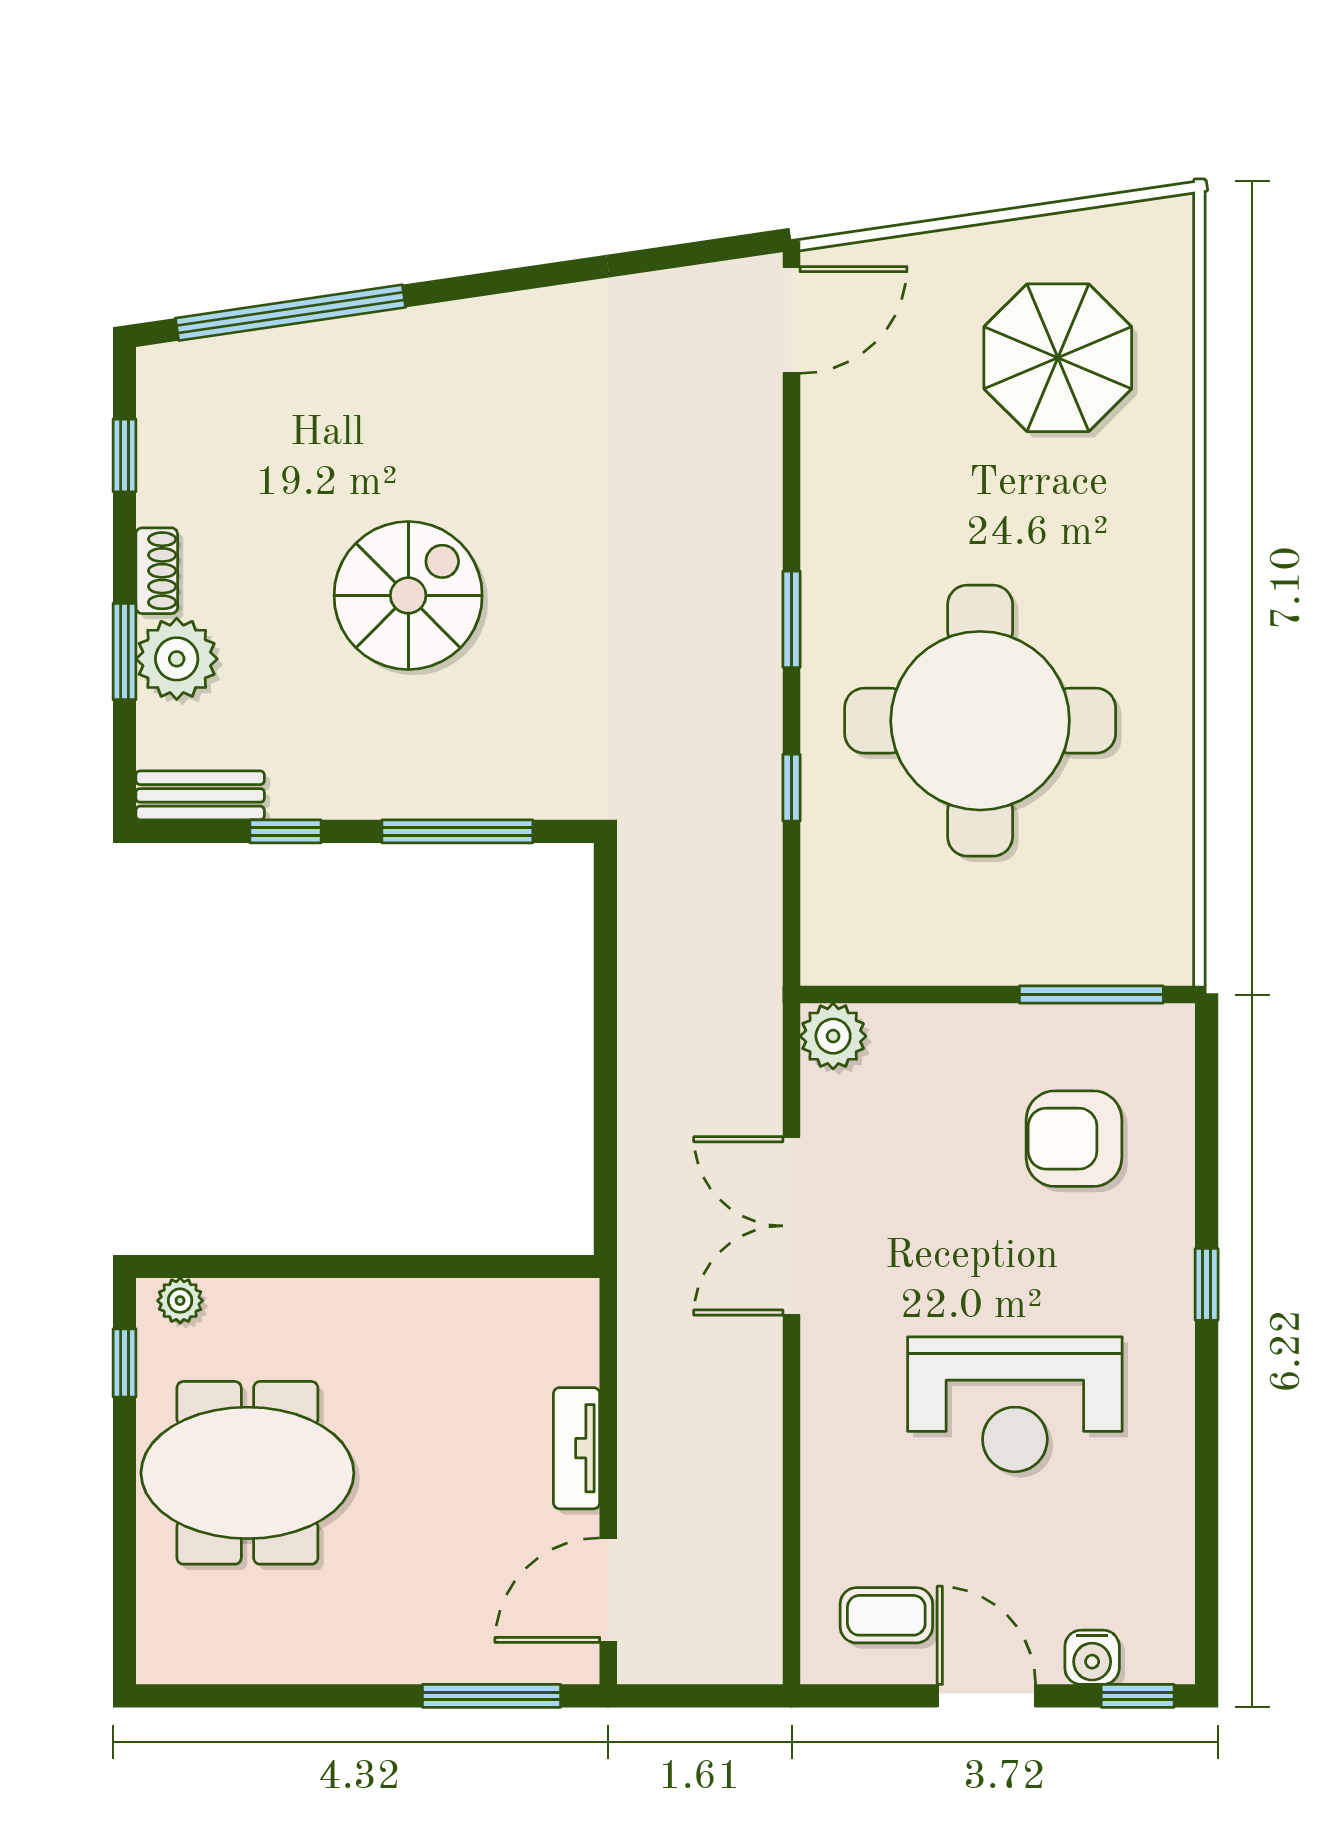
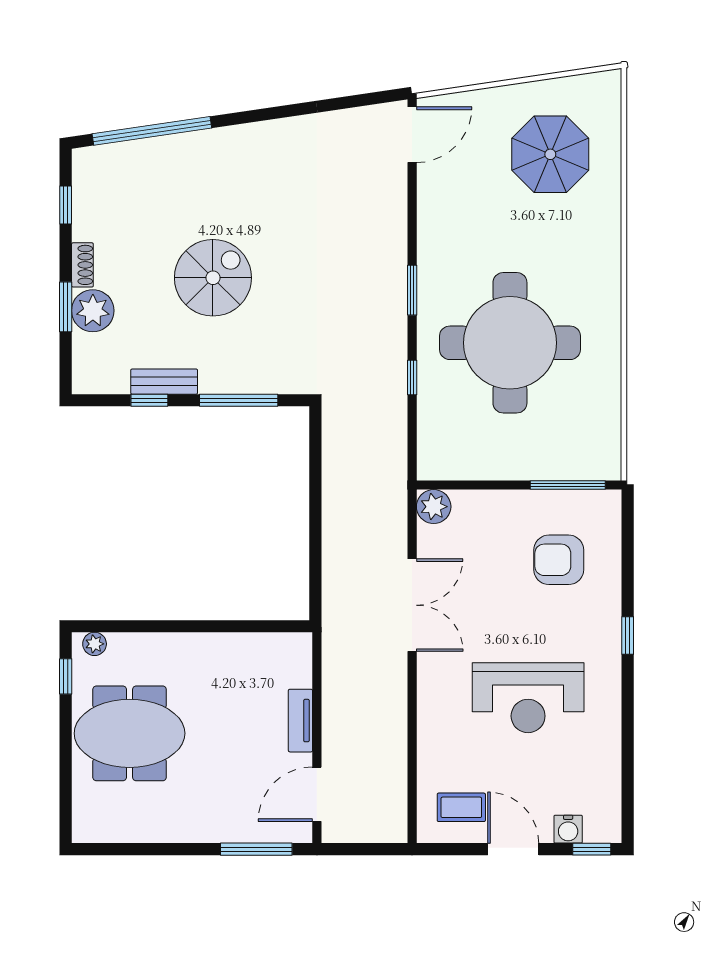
bench: (200, 795) -> (164, 382), moved
double door: (792, 1226) -> (412, 605), swing flipped

